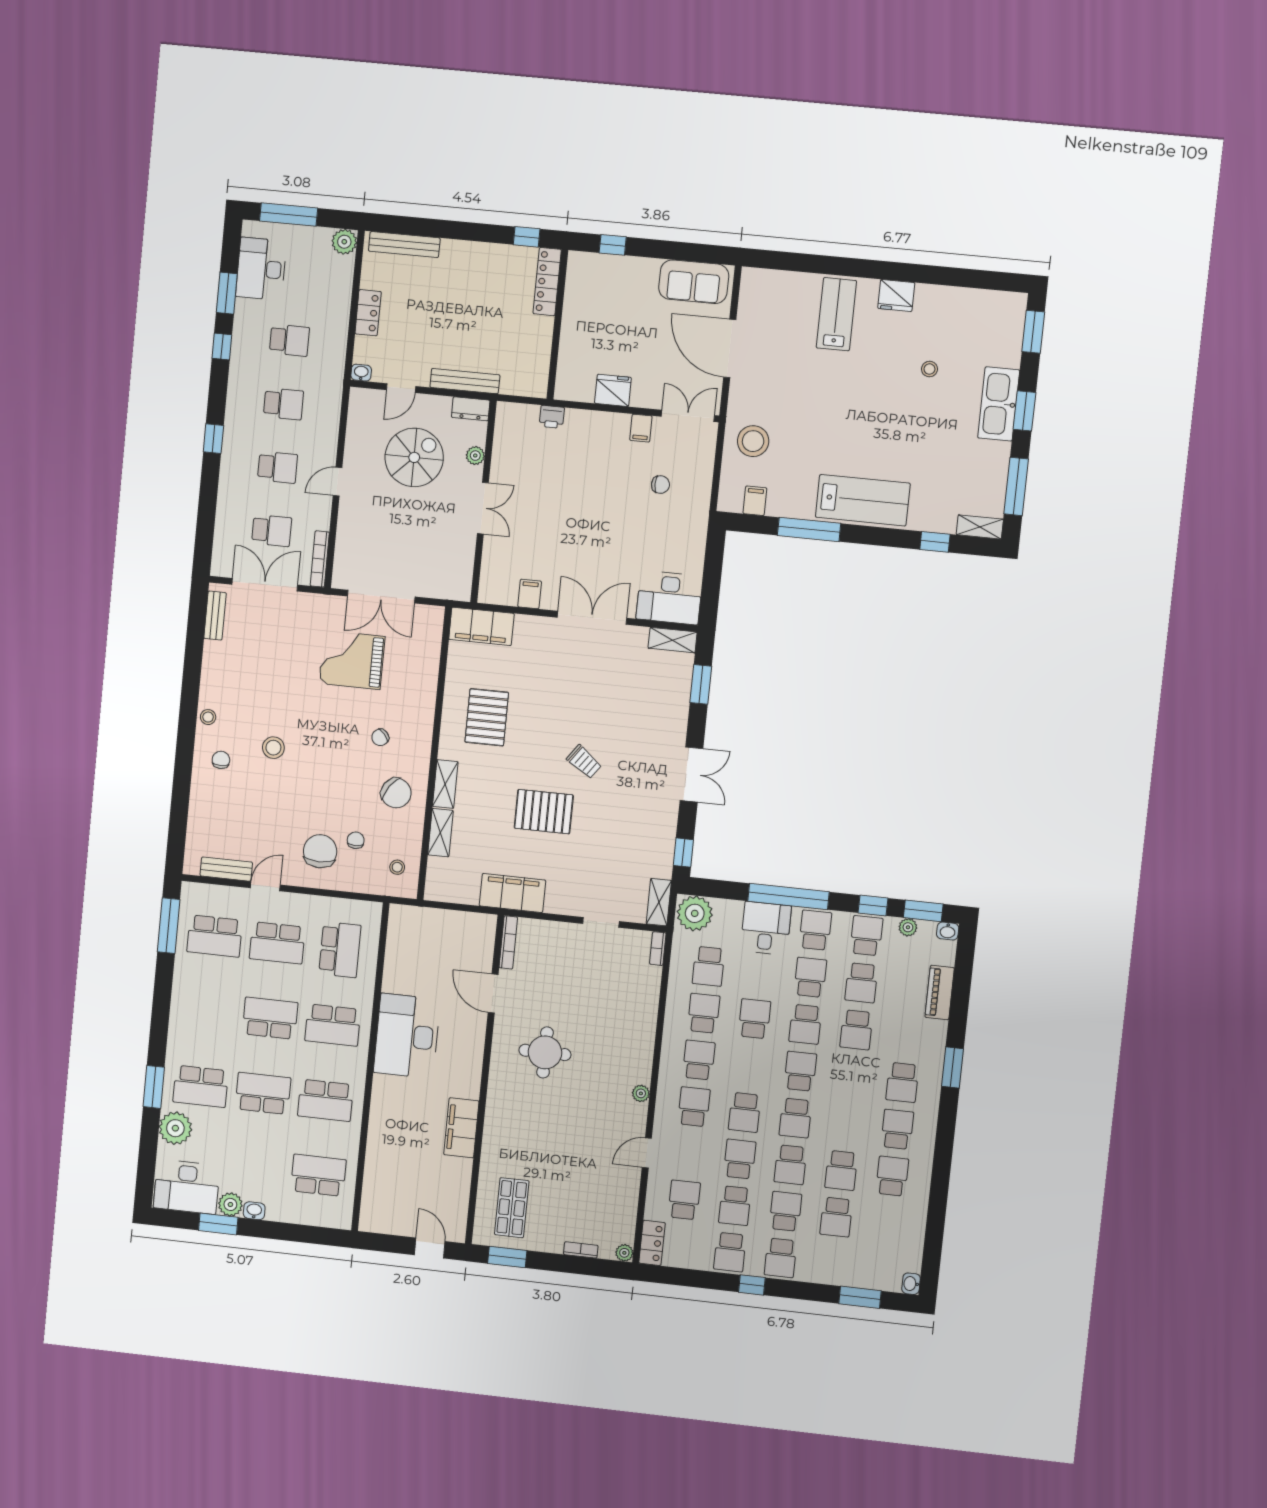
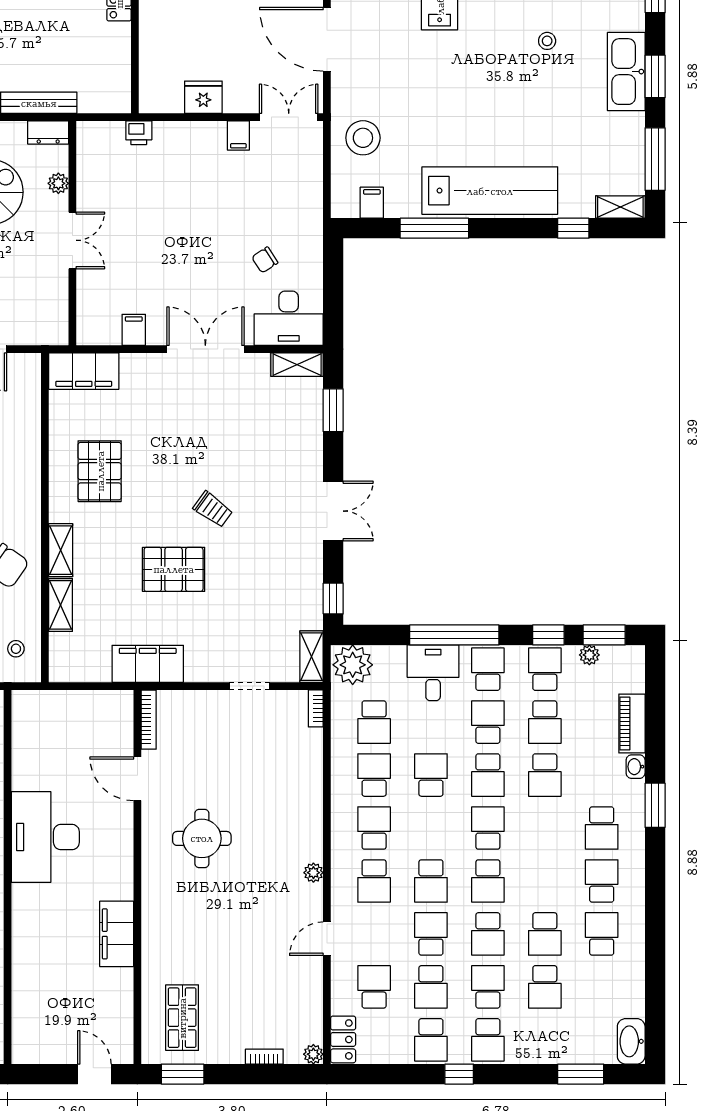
chair: (660, 485) -> (265, 260), moved, turned 147
lab bench: (863, 500) -> (490, 191), width x1.36
washbasin: (948, 931) -> (636, 767), moved, turned 90
school desk: (694, 1107) -> (374, 881), turned 180
washbasin: (911, 1284) -> (631, 1041), width x1.91, depth x1.45

